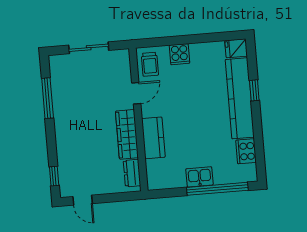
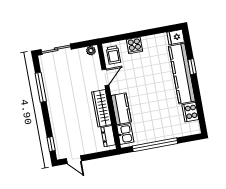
sliding door: (89, 48) -> (56, 49), moved
plant: (120, 55) -> (91, 51), added
kitchen sink: (199, 177) -> (125, 134), moved, turned 90
window: (217, 189) -> (155, 145), moved

